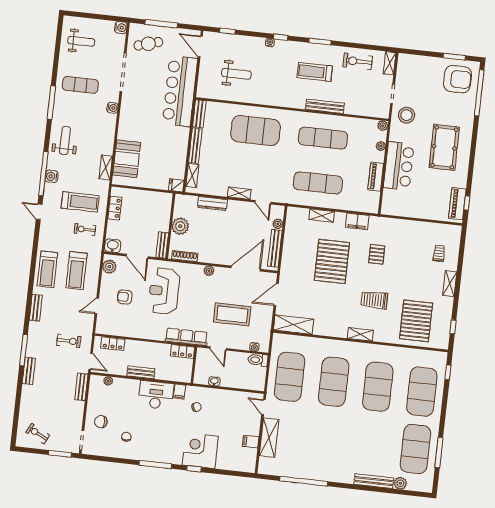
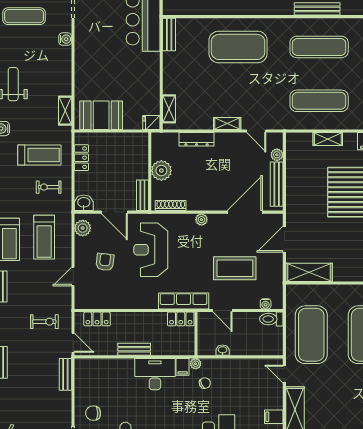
bench: (195, 146) -> (169, 73), removed
booth: (127, 159) -> (101, 115), moved, turned 90
armchair: (125, 297) -> (105, 262), turned 97
plant: (108, 381) -> (196, 364), moved

